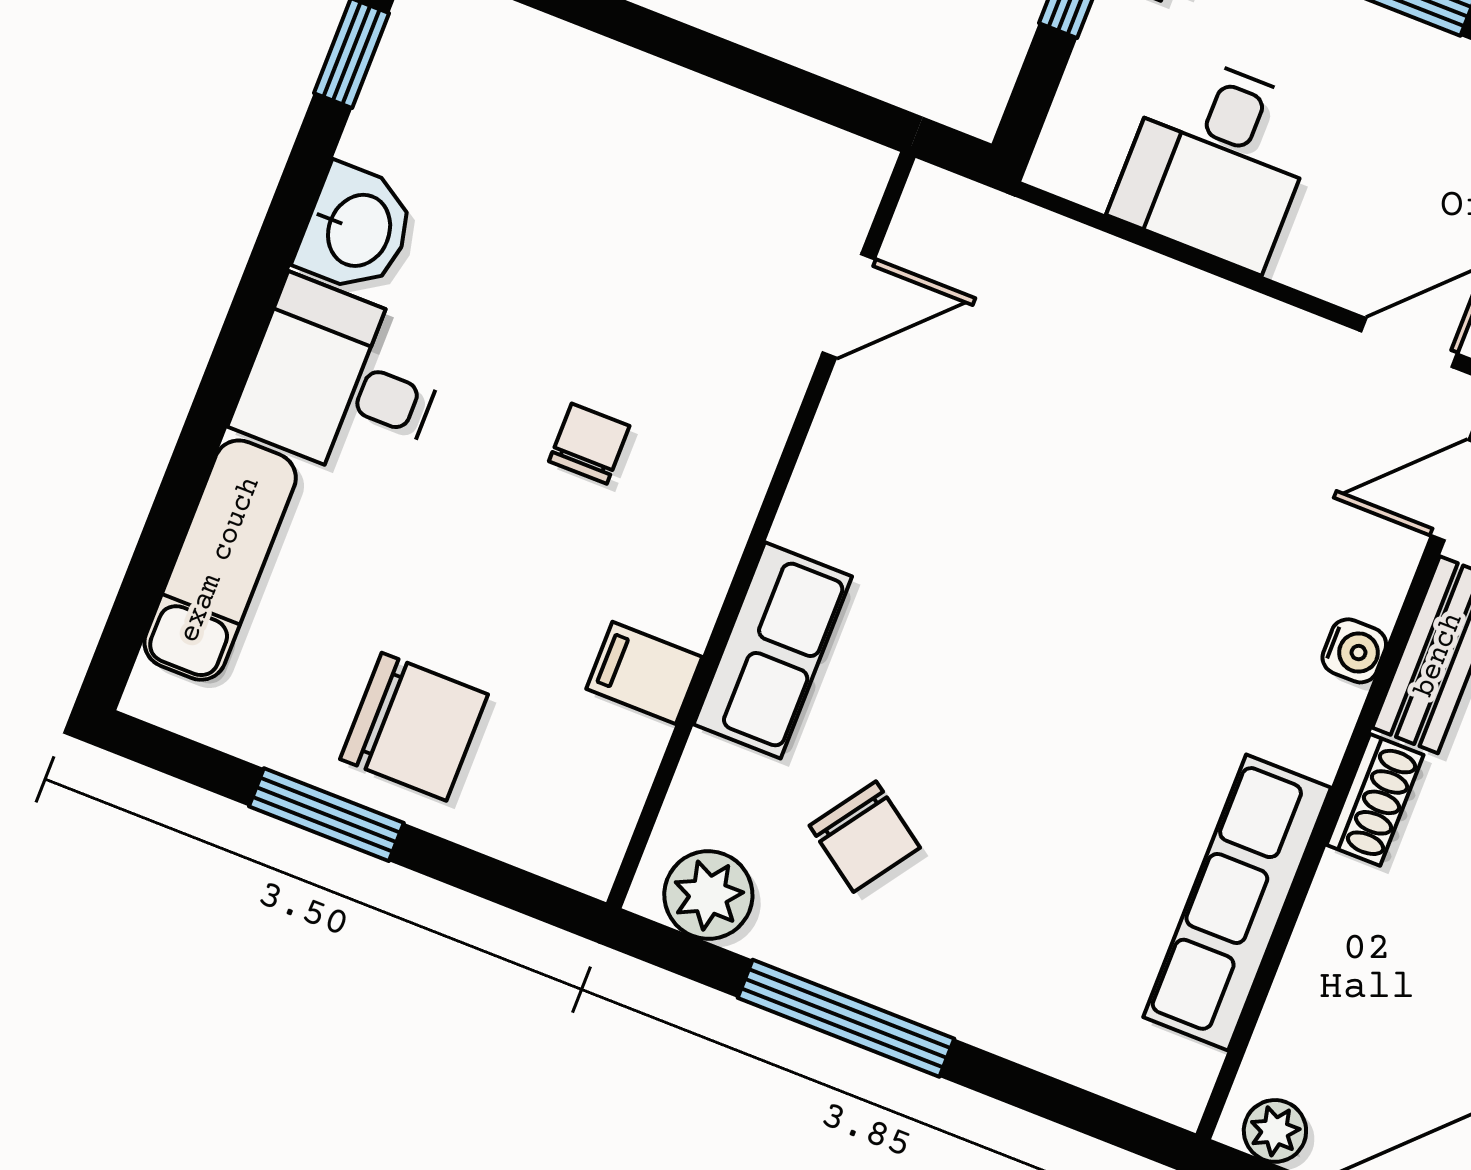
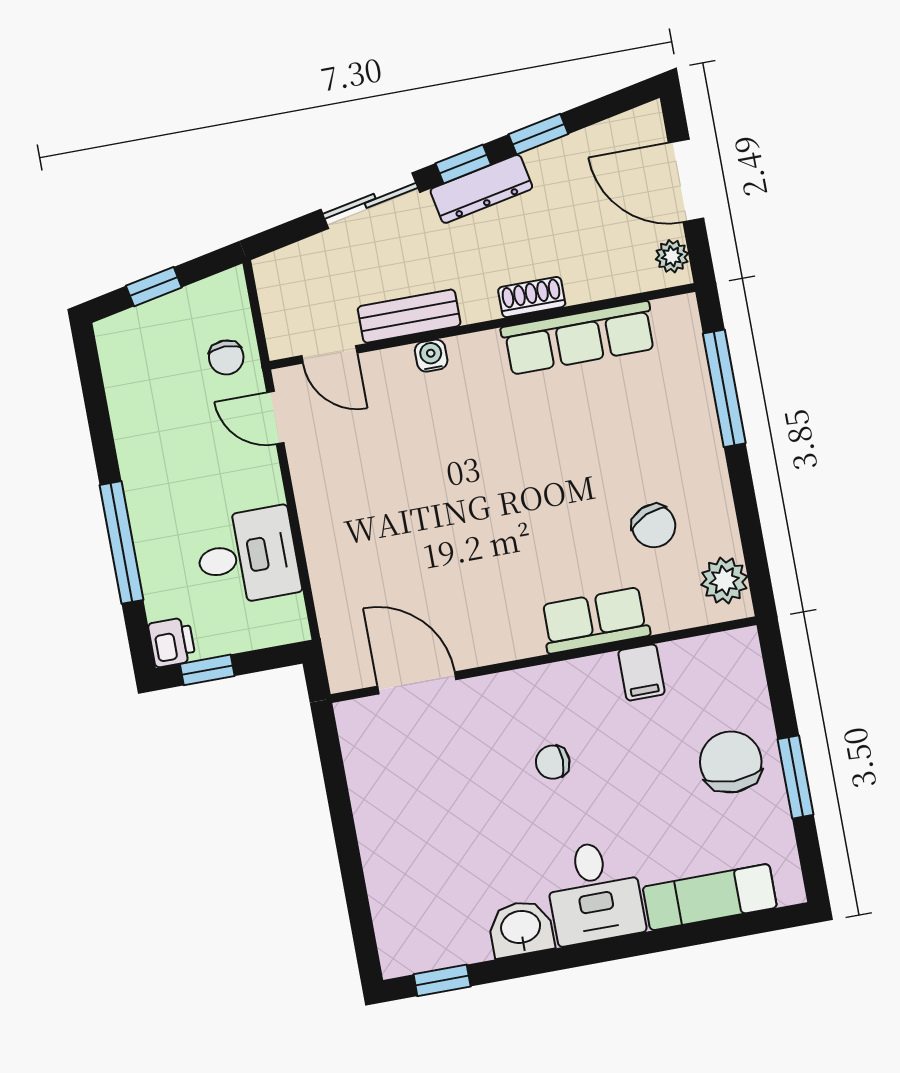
door: (849, 306) -> (417, 683), width x1.38
shoe rack: (1375, 800) -> (532, 297), moved
chair: (865, 837) -> (654, 526), turned 122
window: (846, 1018) -> (724, 388), moved

